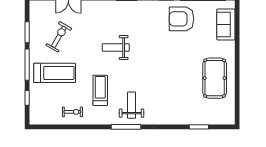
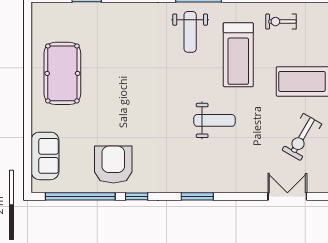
armchair: (182, 19) -> (113, 165), turned -90
treadmill: (100, 90) -> (238, 55), width x1.37, depth x1.38

